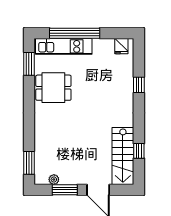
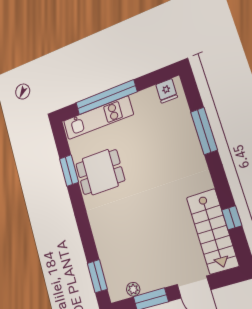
window: (29, 64) -> (69, 171), moved
window: (139, 85) -> (204, 131), width x2.17

